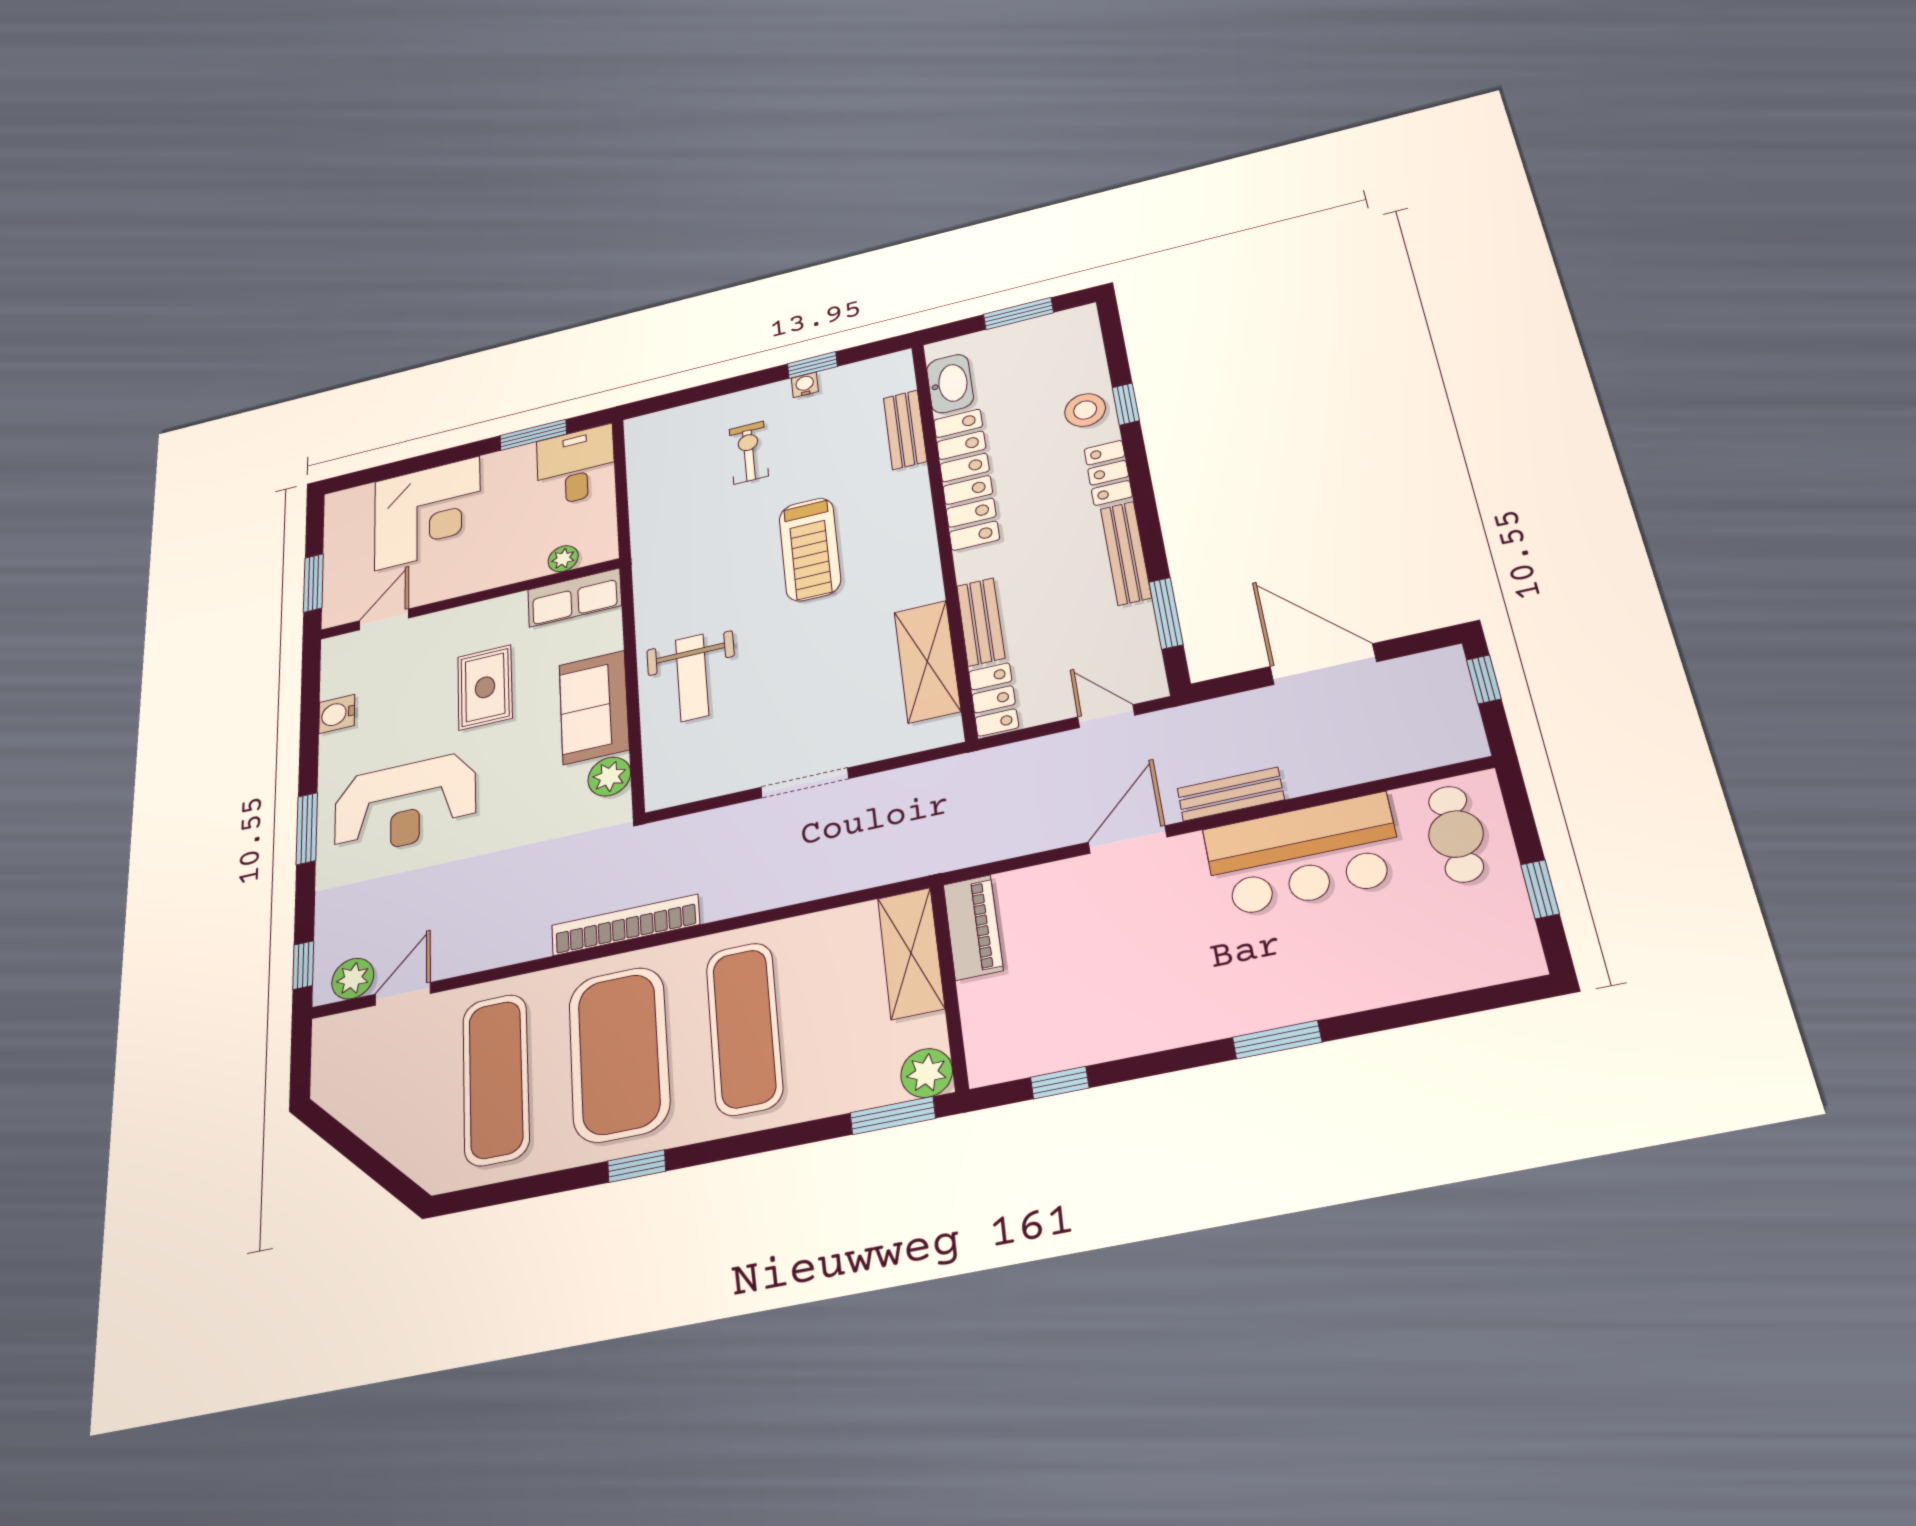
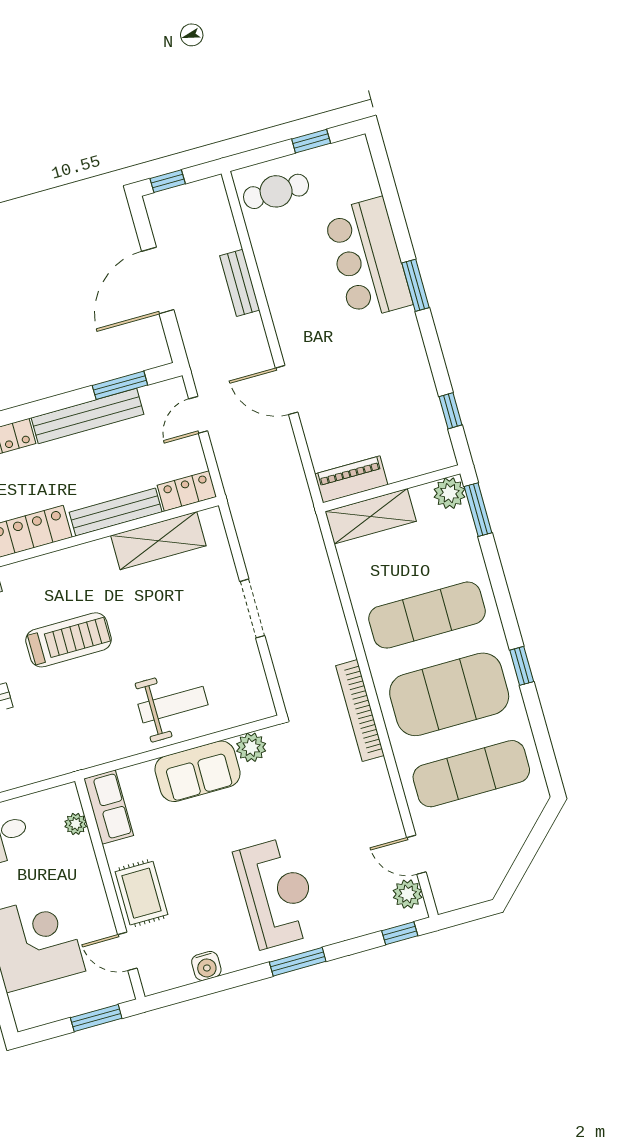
bench: (1126, 553) -> (88, 416), width x1.37, depth x1.21
bench: (981, 622) -> (116, 512), width x1.36
rug: (485, 687) -> (142, 893), moved, turned 90
bench: (1231, 794) -> (240, 283), moved
bar counter: (1303, 855) -> (368, 259), moved, turned 180

